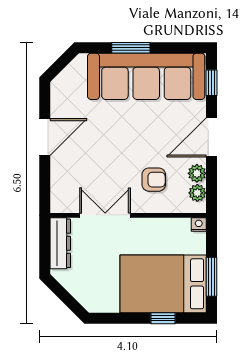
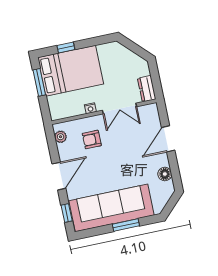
floor lamp: (60, 109) -> (165, 174), added
door: (45, 137) -> (168, 139), moved
plant: (197, 173) -> (64, 150), removed
nightstand: (199, 224) -> (90, 108), moved
dresser: (60, 243) -> (147, 89), width x0.70

